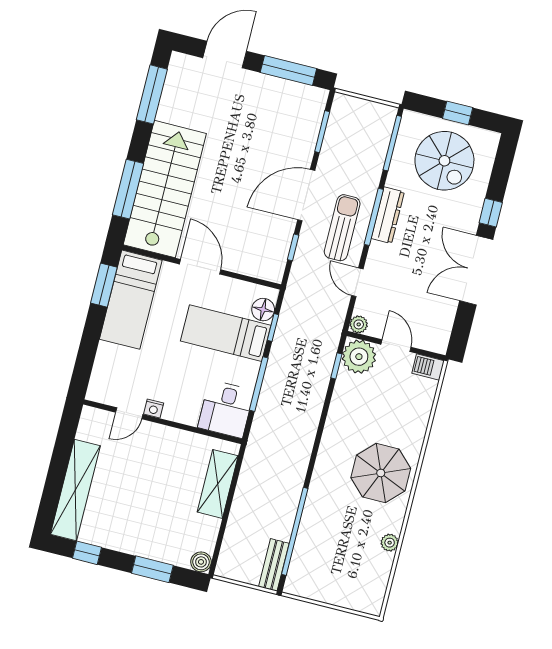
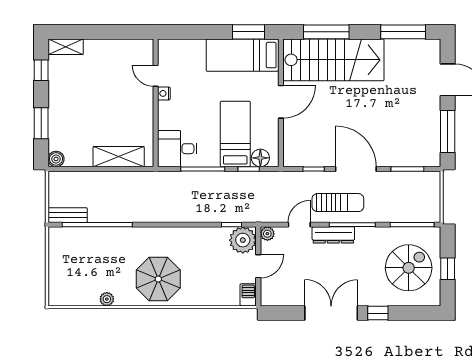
spiral stairs: (444, 161) -> (409, 268), turned 180
dresser: (388, 215) -> (333, 235), moved
shelving: (75, 490) -> (66, 47), width x0.45, depth x0.75

